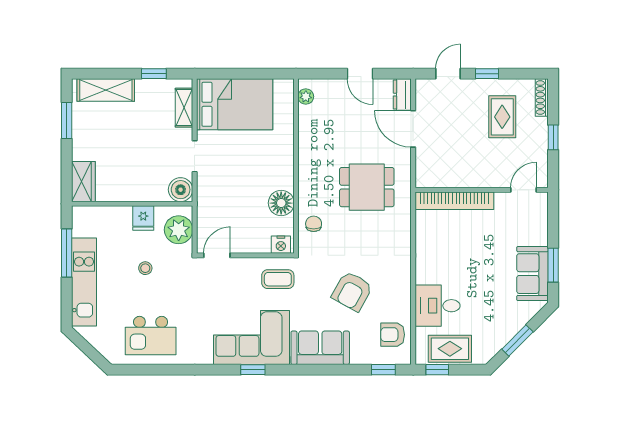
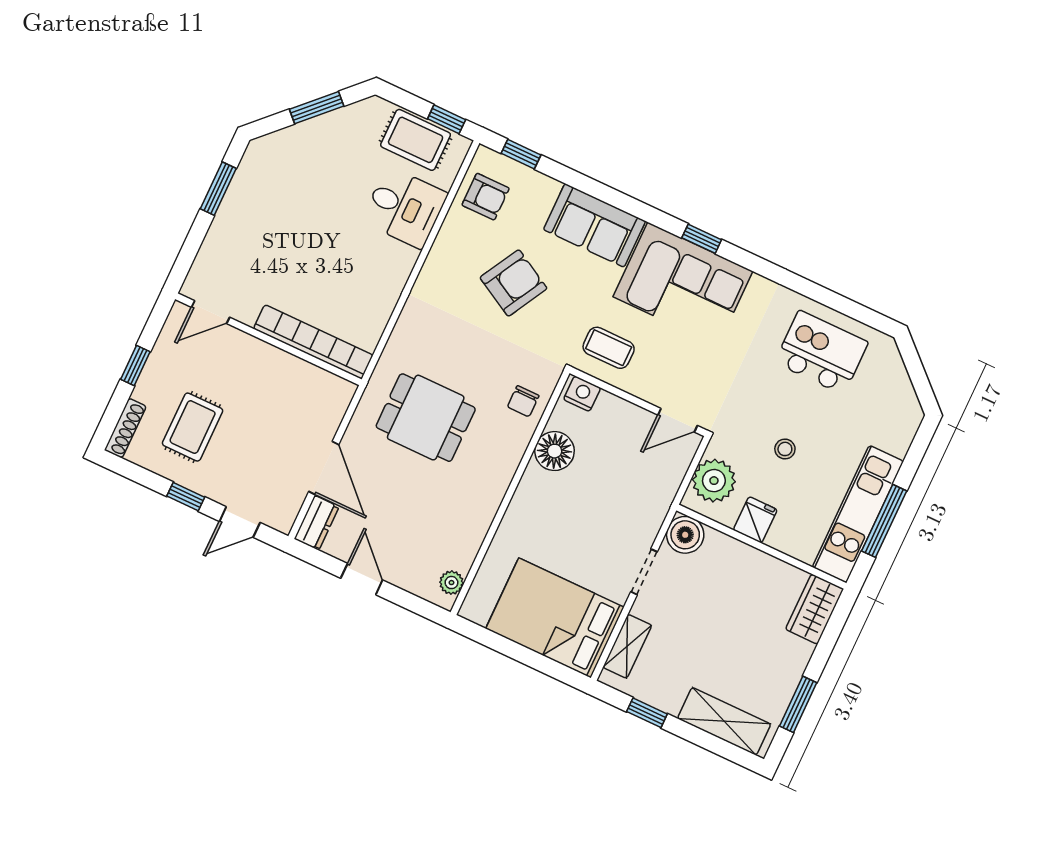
sofa: (532, 274) -> (252, 190), removed
kitchen unit: (84, 282) -> (858, 514), moved

